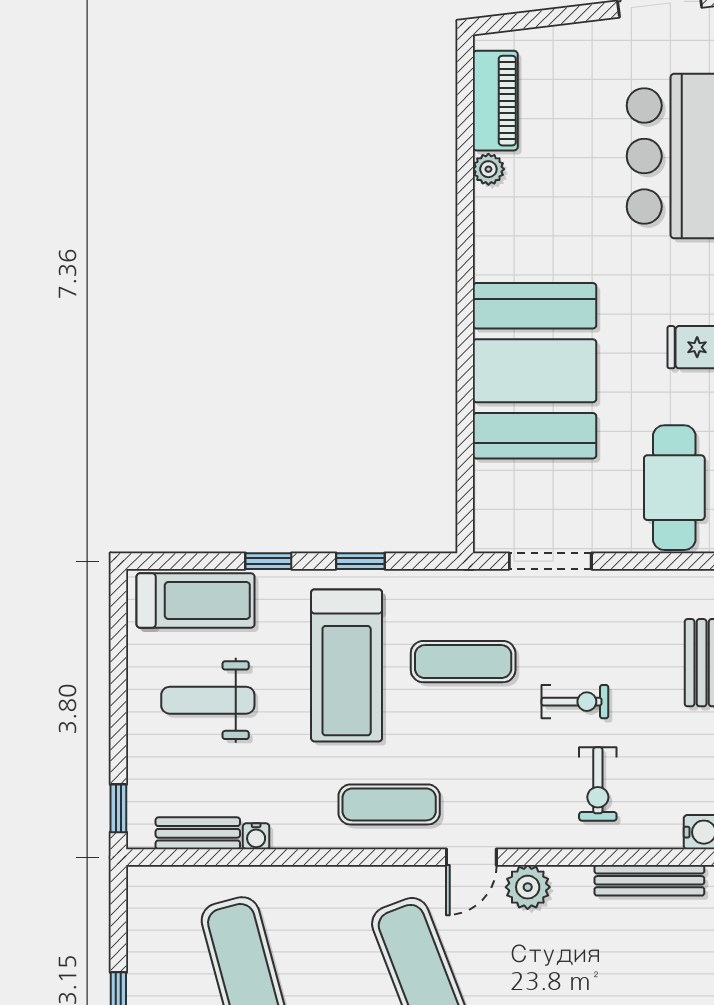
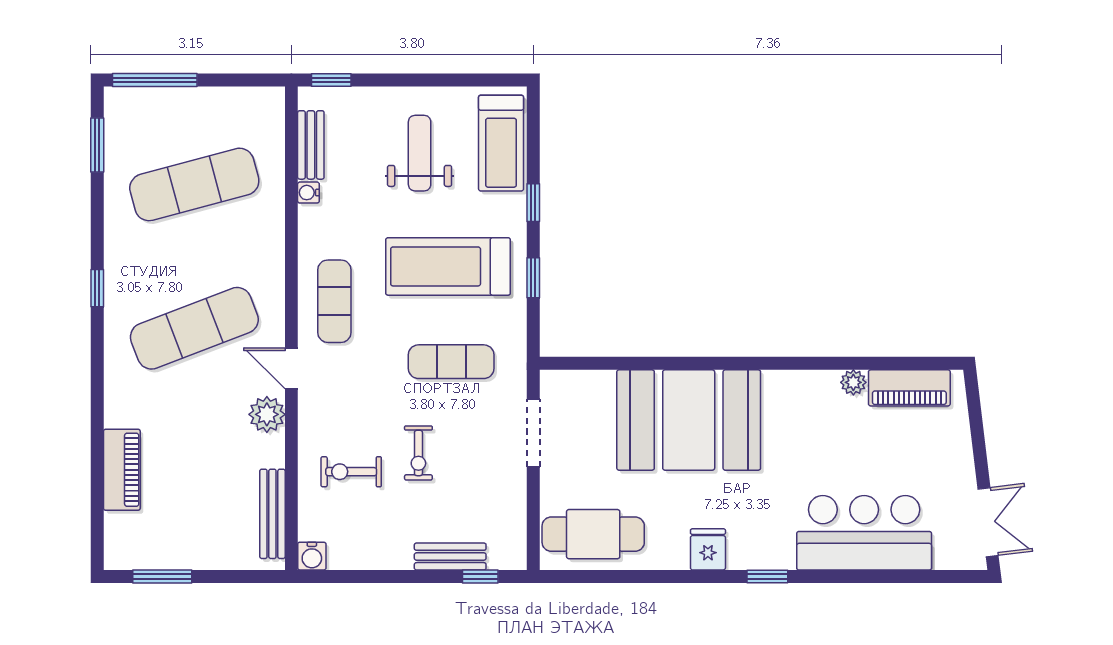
exercise mat: (463, 662) -> (451, 362), turned 90

